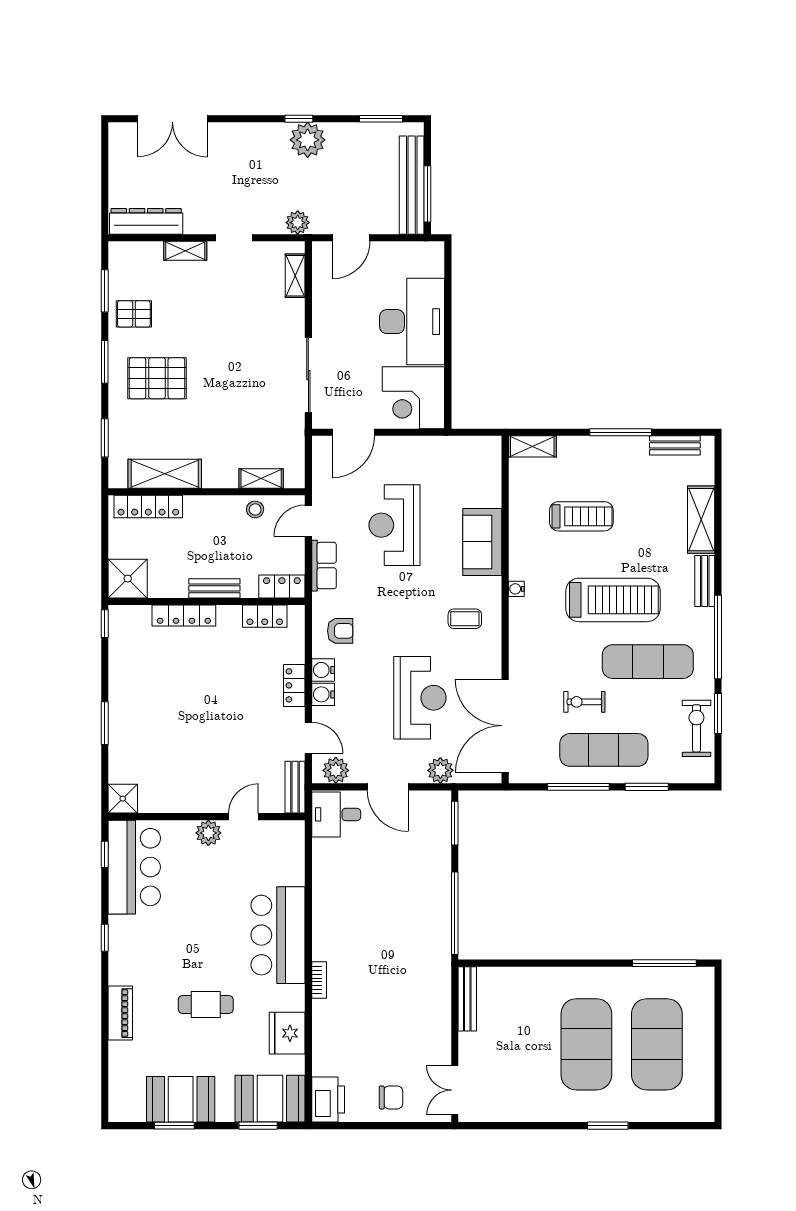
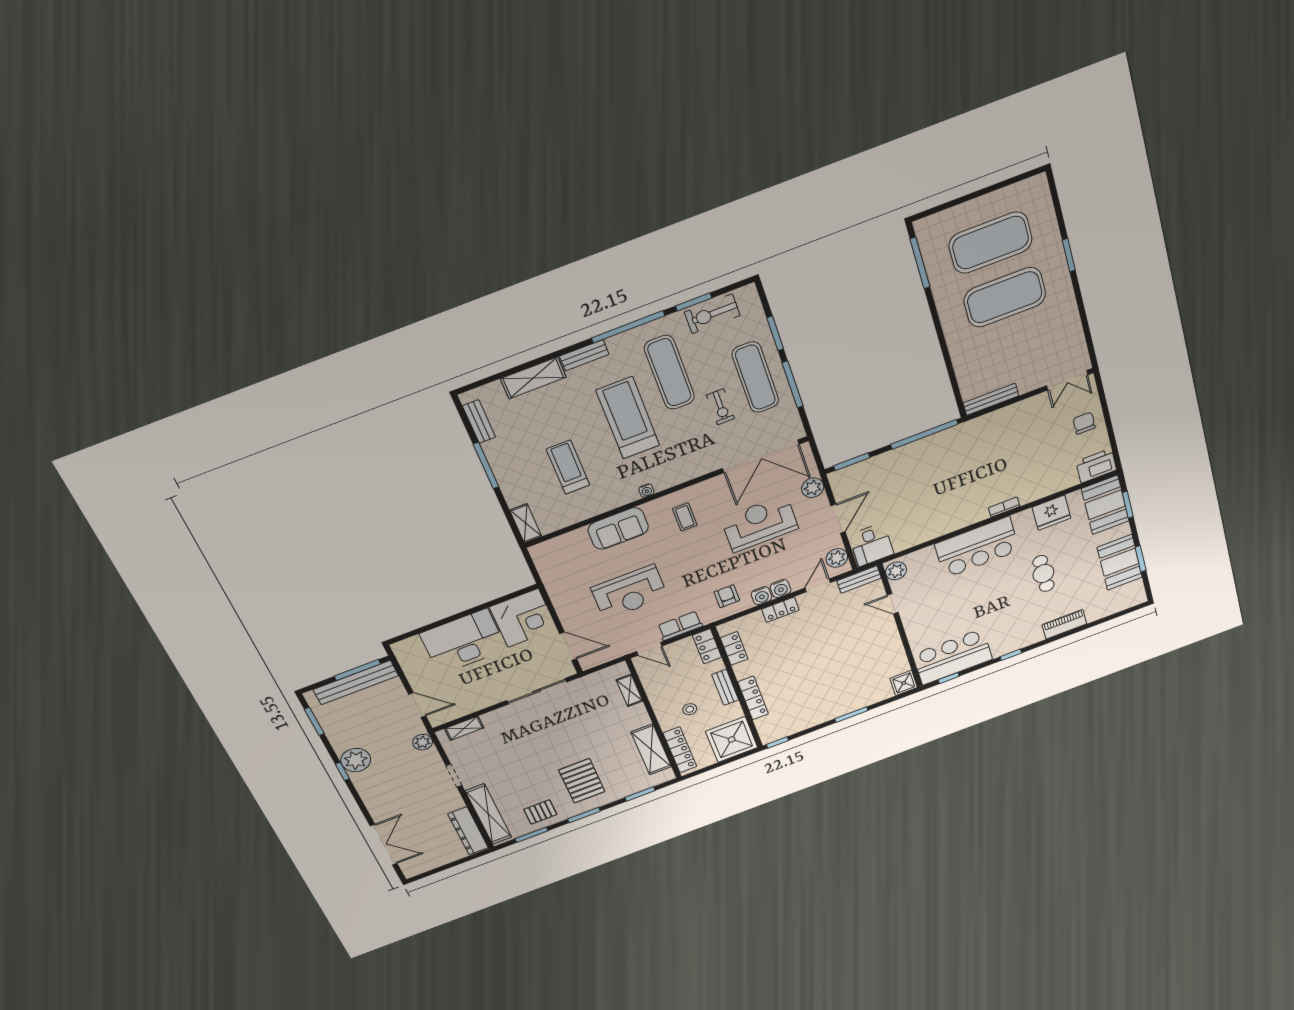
shelving: (185, 251) -> (488, 814), width x2.20, depth x1.33
pallet: (134, 314) -> (540, 812), turned 90
stool: (255, 509) -> (690, 709), moved
shower: (128, 579) -> (732, 739), width x1.37, depth x1.37
plant: (208, 833) -> (896, 571), moved

